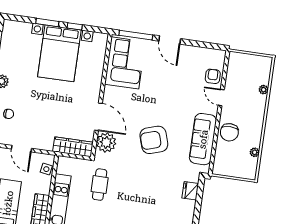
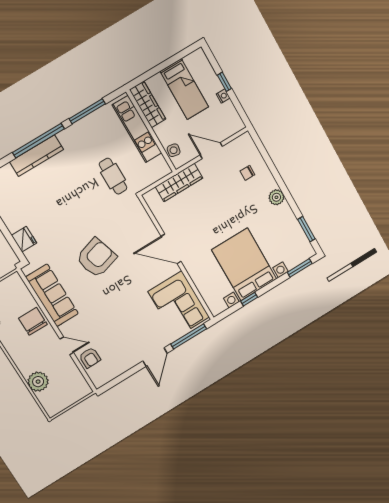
window: (47, 23) -> (300, 268), moved
door: (170, 40) -> (155, 357), swing flipped
plant: (264, 90) -> (38, 382), width x1.87, depth x1.87
door: (98, 117) -> (171, 249), moved
plant: (106, 142) -> (138, 220), removed
wardrobe: (73, 147) -> (179, 182), moved

